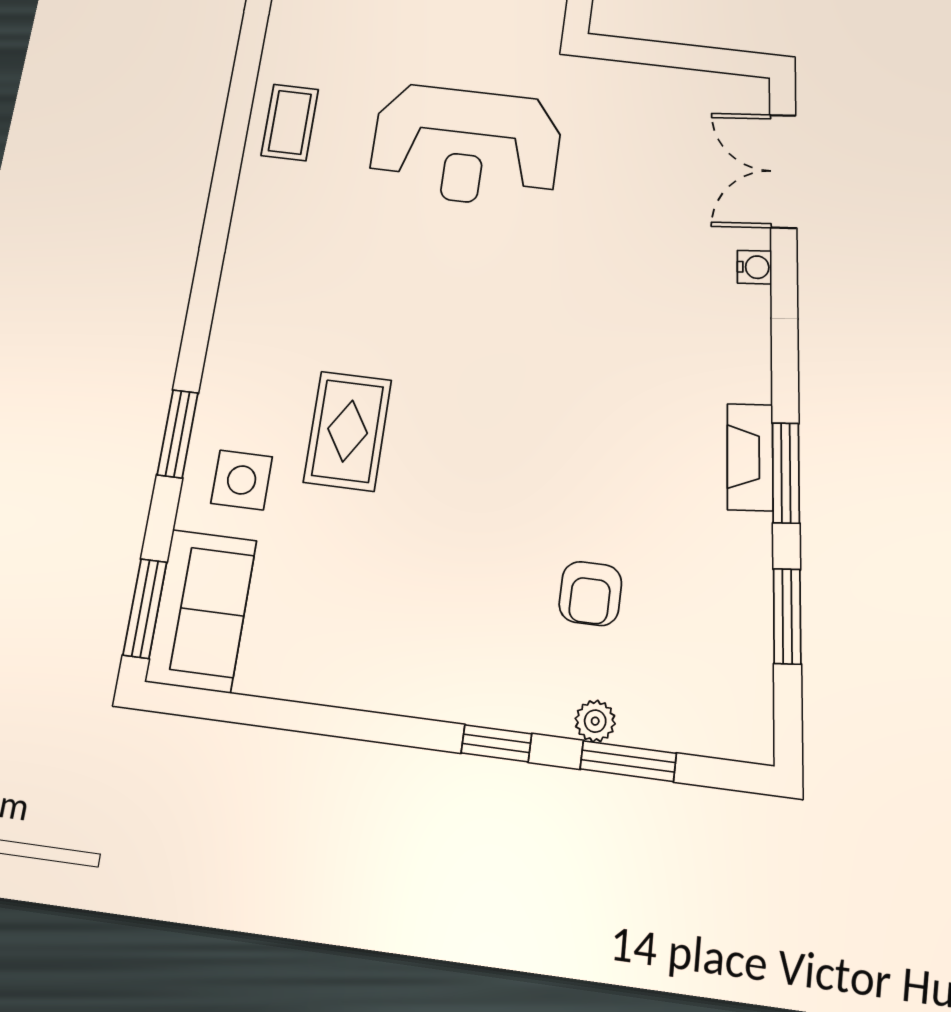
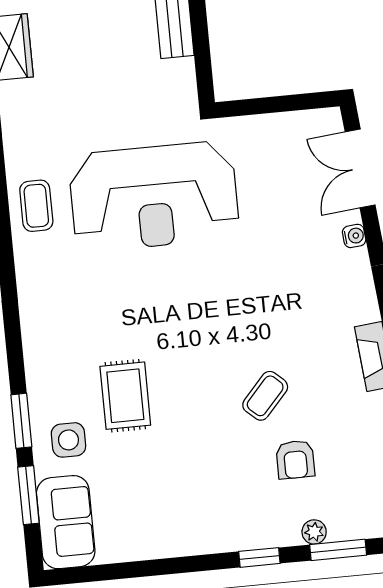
reception desk: (466, 146) -> (154, 196), width x1.36, depth x1.30
coffee table: (565, 480) -> (265, 396), added
window: (145, 608) -> (28, 495), moved

